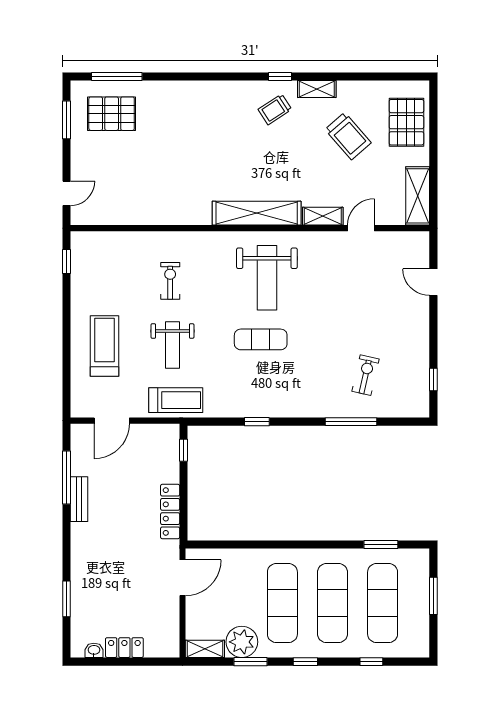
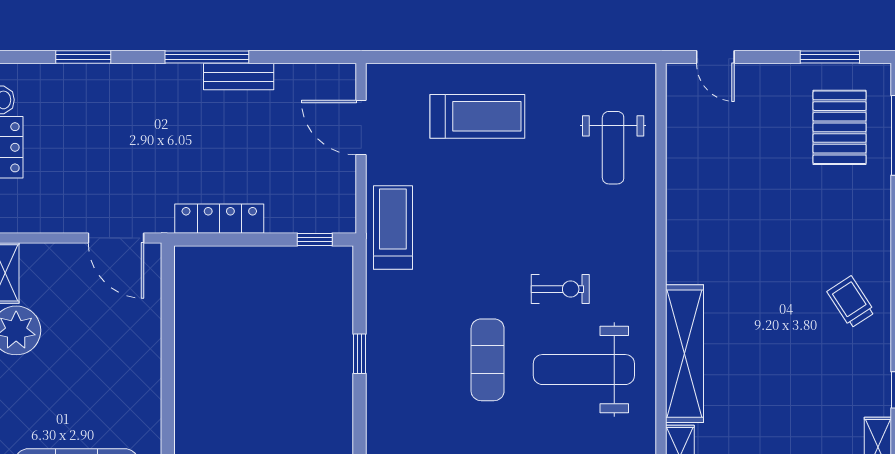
trolley: (275, 109) -> (851, 302), moved
window: (66, 262) -> (609, 57), removed
exercise bike: (170, 281) -> (560, 289), moved
weight bench: (172, 345) -> (613, 148), moved, turned -90
treadmill: (176, 400) -> (393, 227), turned 180
window: (66, 477) -> (207, 57), moved
exercise mat: (282, 603) -> (77, 394), removed

